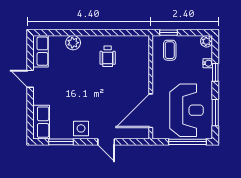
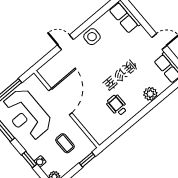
coffee table: (170, 50) -> (65, 143), moved
door: (151, 111) -> (60, 102), moved
window: (61, 142) -> (98, 15), removed

